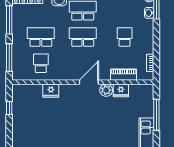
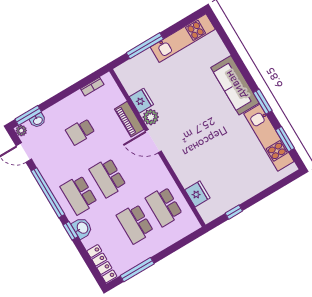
window: (9, 58) -> (178, 245), removed
school desk: (41, 63) -> (164, 206), width x1.85
piano: (123, 75) -> (129, 119), moved
fridge: (51, 91) -> (197, 194), moved

